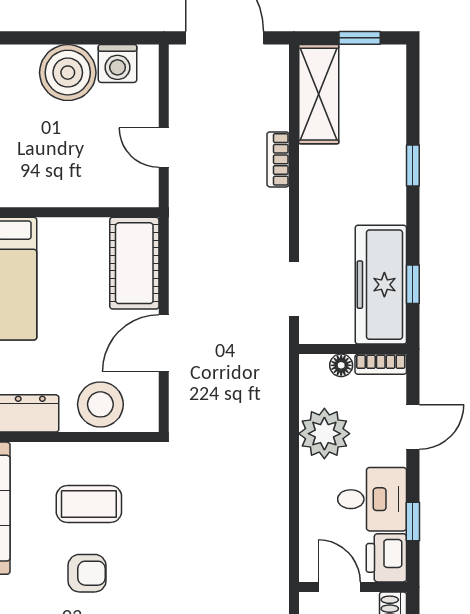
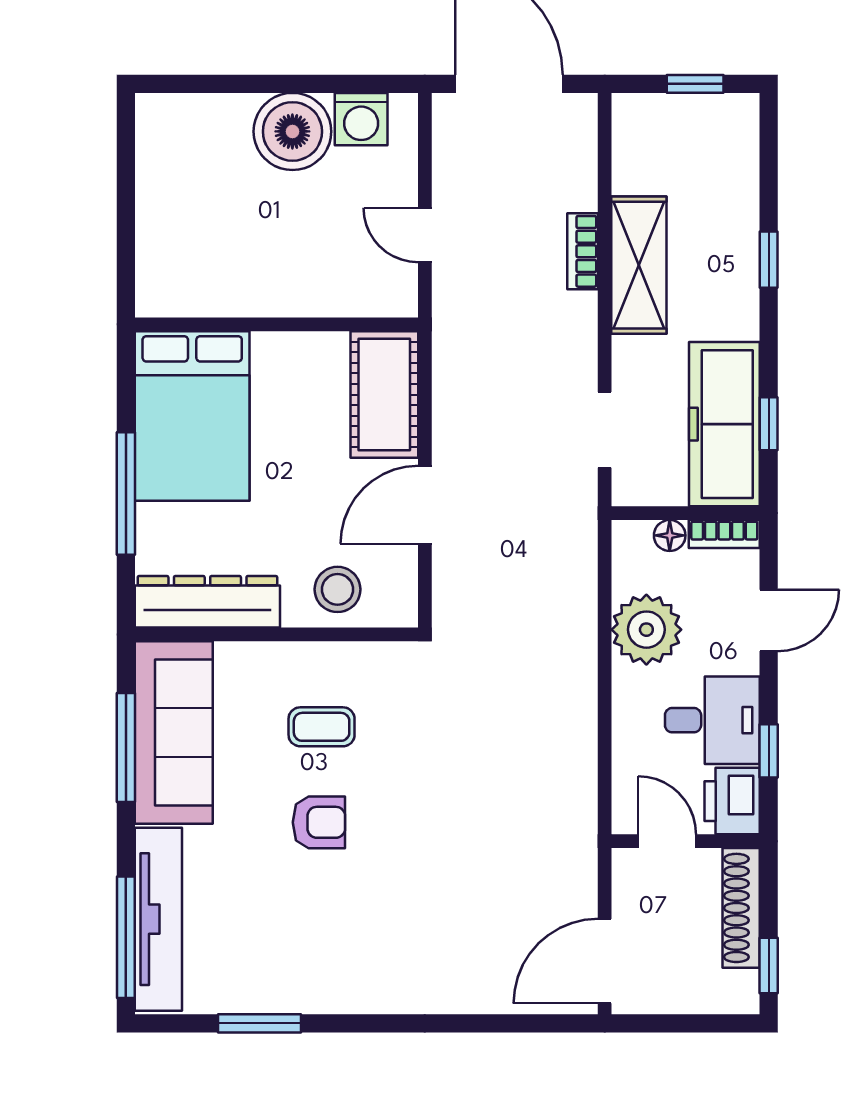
shelving: (319, 94) -> (639, 265), moved
stool: (100, 404) -> (338, 589), width x0.73, depth x0.73
coffee table: (89, 504) -> (322, 727), width x0.73, depth x0.77

